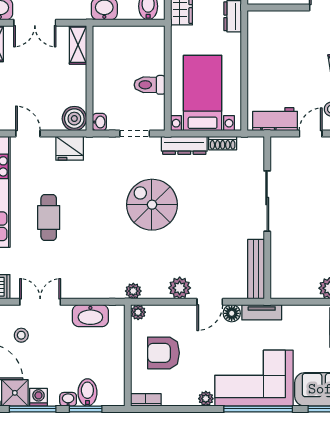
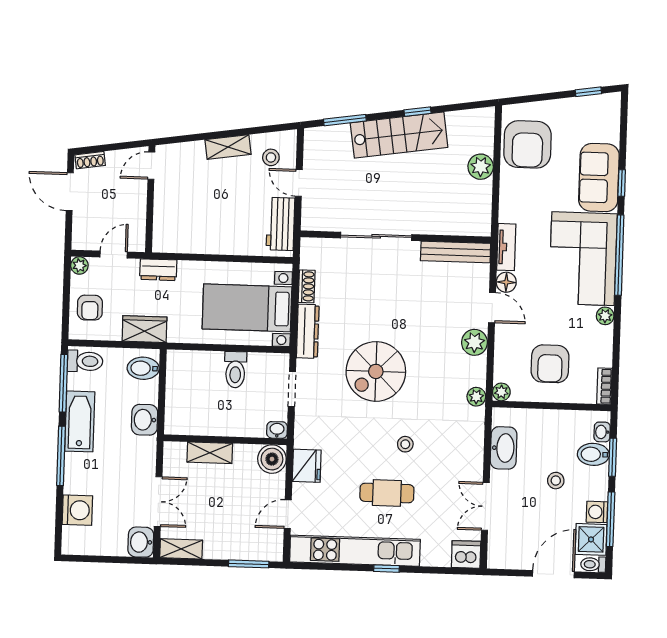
shelving: (78, 45) -> (210, 453), moved
stool: (91, 232) -> (405, 444), added
stool: (21, 335) -> (556, 481), moved
washbasin: (68, 399) -> (602, 432), moved

